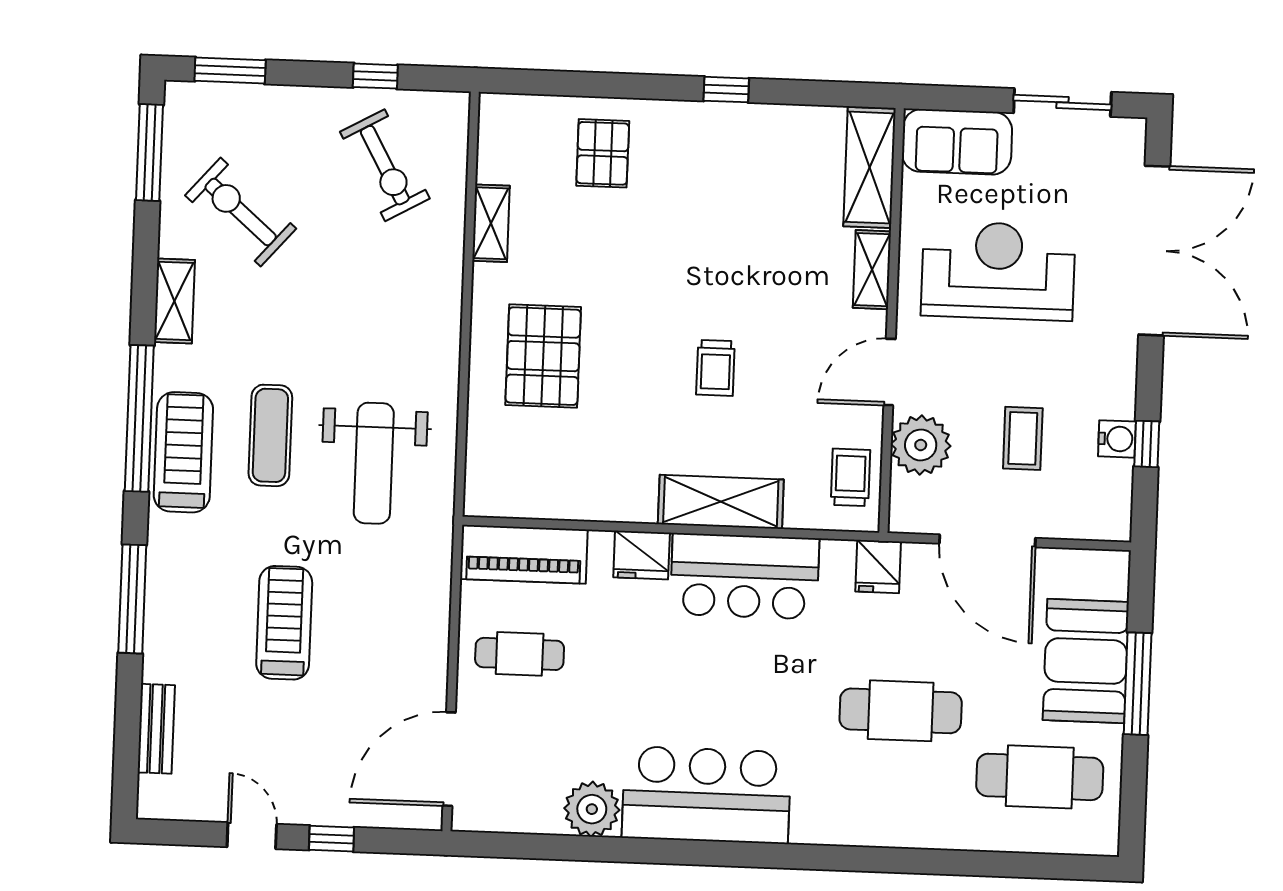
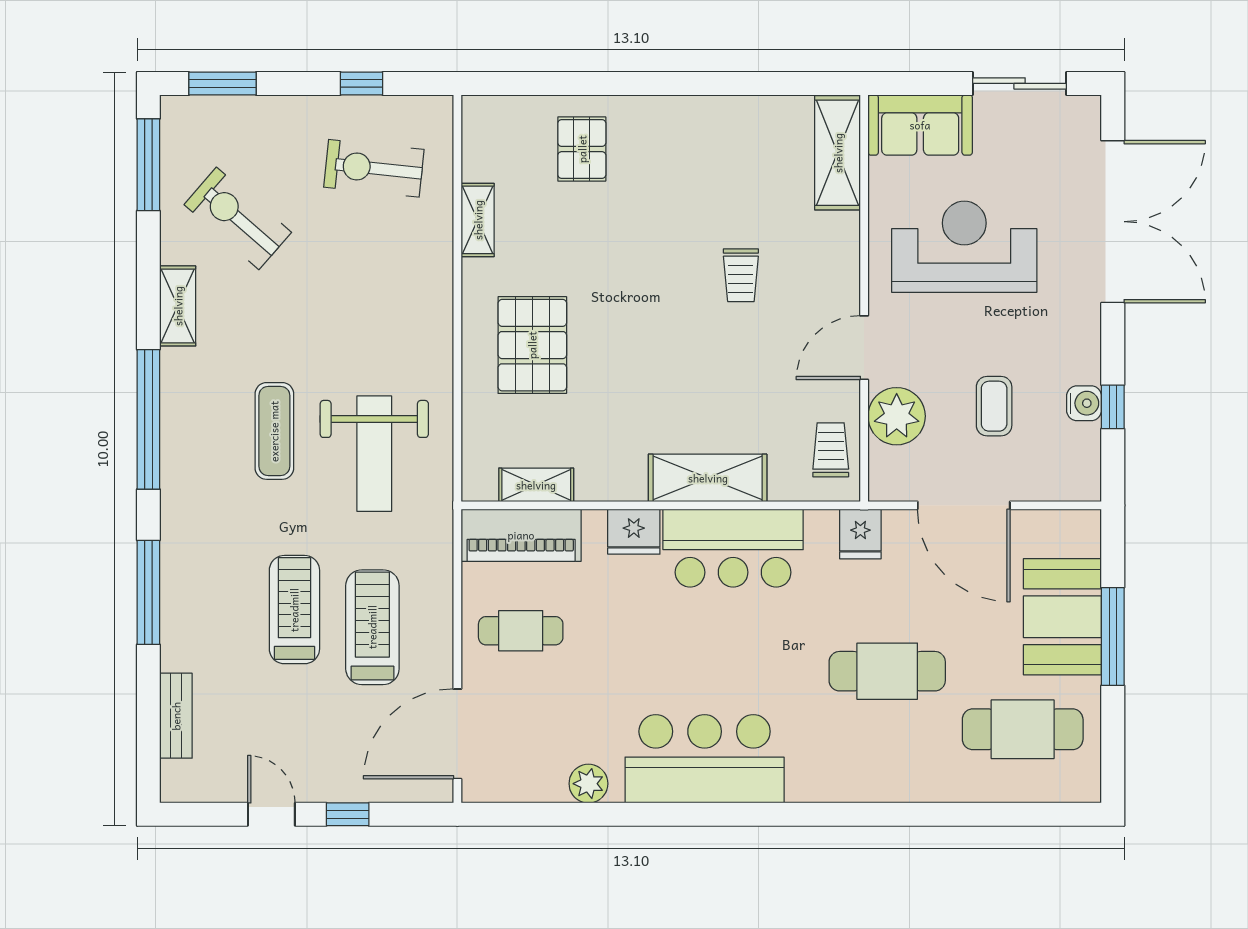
window: (726, 90) -> (698, 83), removed
exercise bike: (385, 165) -> (374, 168), turned 125
shelving: (872, 270) -> (536, 485), moved, turned 90
trolley: (715, 368) -> (741, 275), moved
treadmill: (183, 452) -> (372, 627), moved
plant: (592, 809) -> (588, 784), width x0.73, depth x0.73

